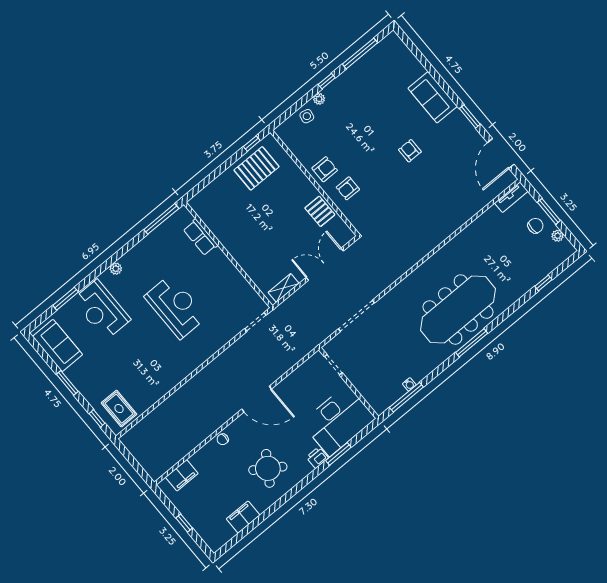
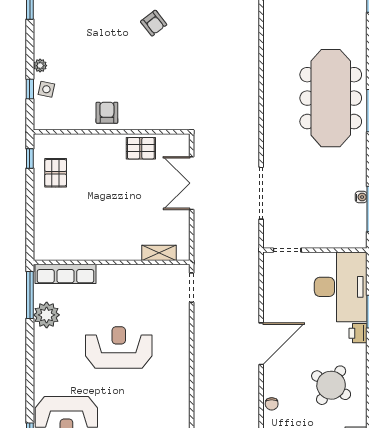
window: (327, 81) -> (30, 89), moved
armchair: (410, 151) -> (154, 23), turned -128
pallet: (257, 168) -> (56, 173), width x0.67, depth x0.71
armchair: (348, 188) -> (141, 106), removed
row of seats: (200, 237) -> (65, 274), width x1.48
plant: (116, 269) -> (47, 315), moved, width x1.88, depth x1.88
shelving: (284, 288) -> (159, 253), moved, turned 90

